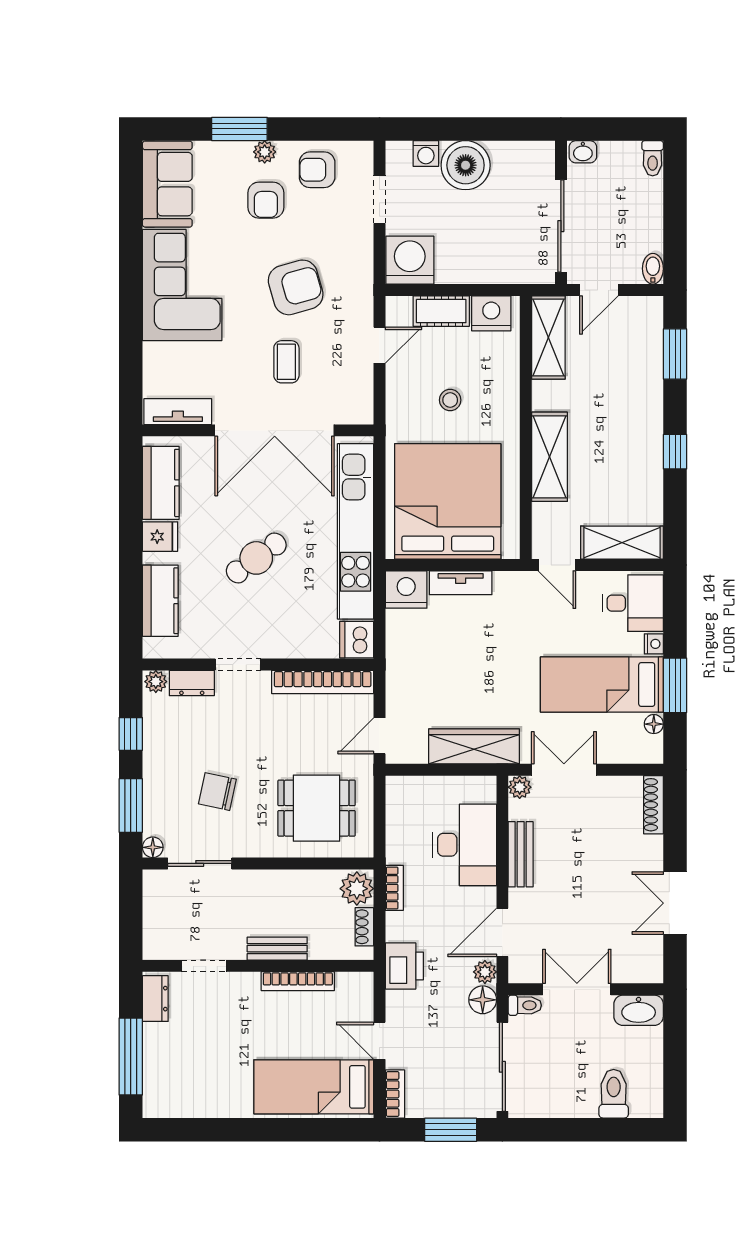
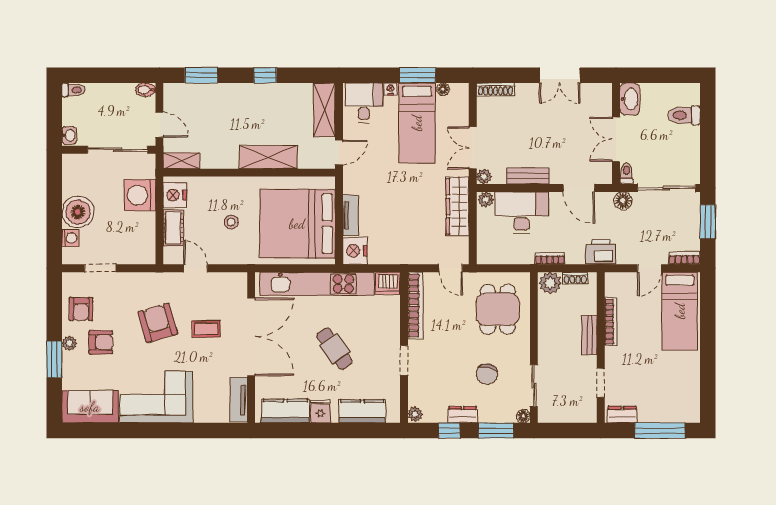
washing machine: (410, 260) -> (140, 195), moved
shelving: (548, 337) -> (181, 161), width x0.67, depth x0.75
dresser: (192, 683) -> (463, 415), moved, turned -90
plant: (485, 972) -> (486, 199), moved

